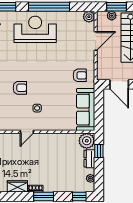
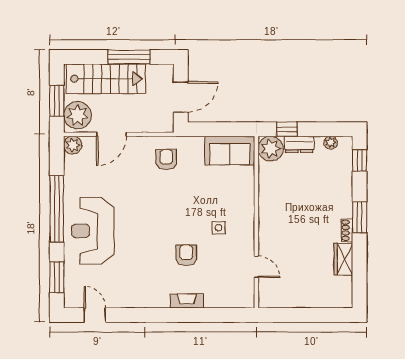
plant: (112, 16) -> (77, 115), width x1.88, depth x1.88
door: (96, 41) -> (111, 134), swing flipped
sofa: (86, 110) -> (230, 150), width x0.73
door: (27, 132) -> (256, 267), moved

